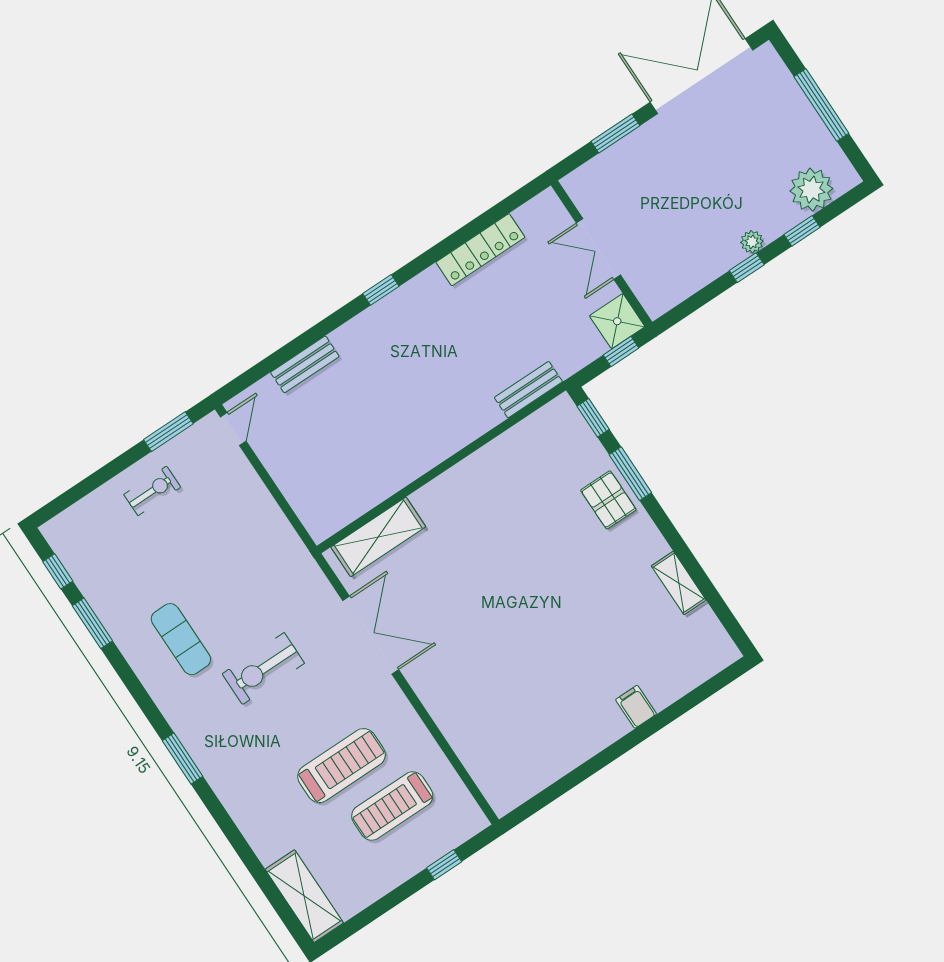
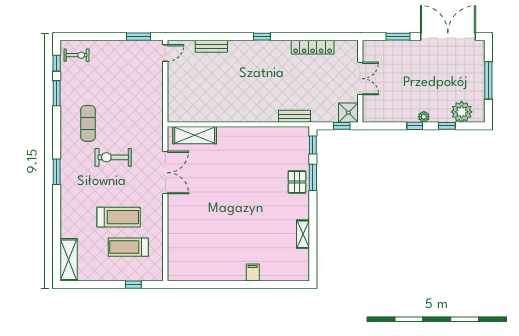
double door: (598, 249) -> (360, 79), swing flipped
exercise bike: (152, 491) -> (77, 55), moved

